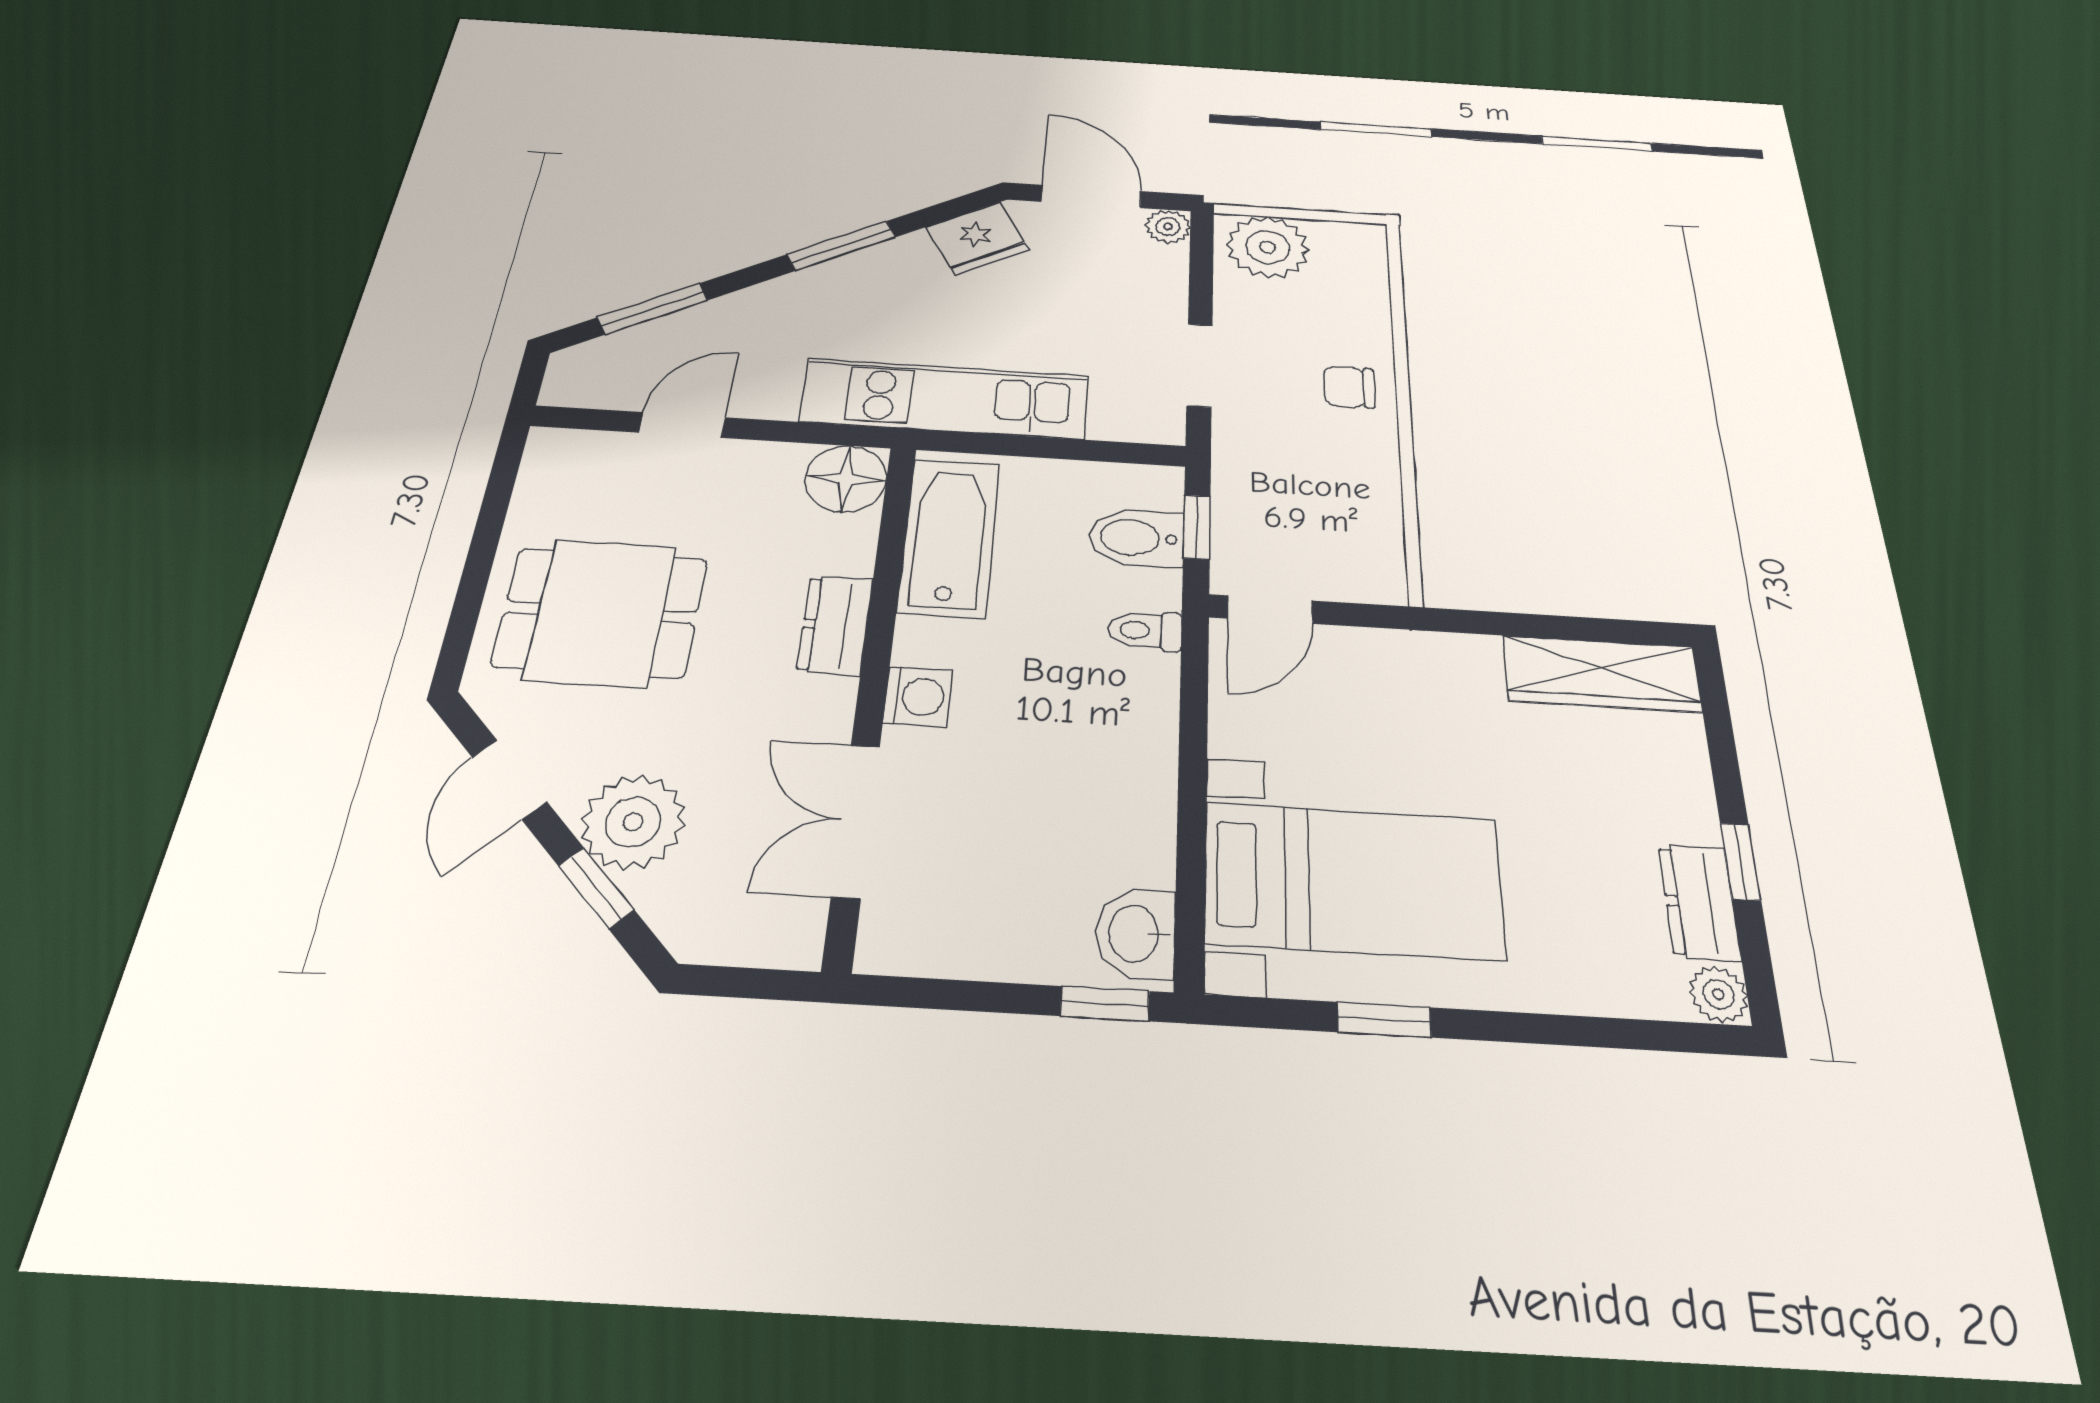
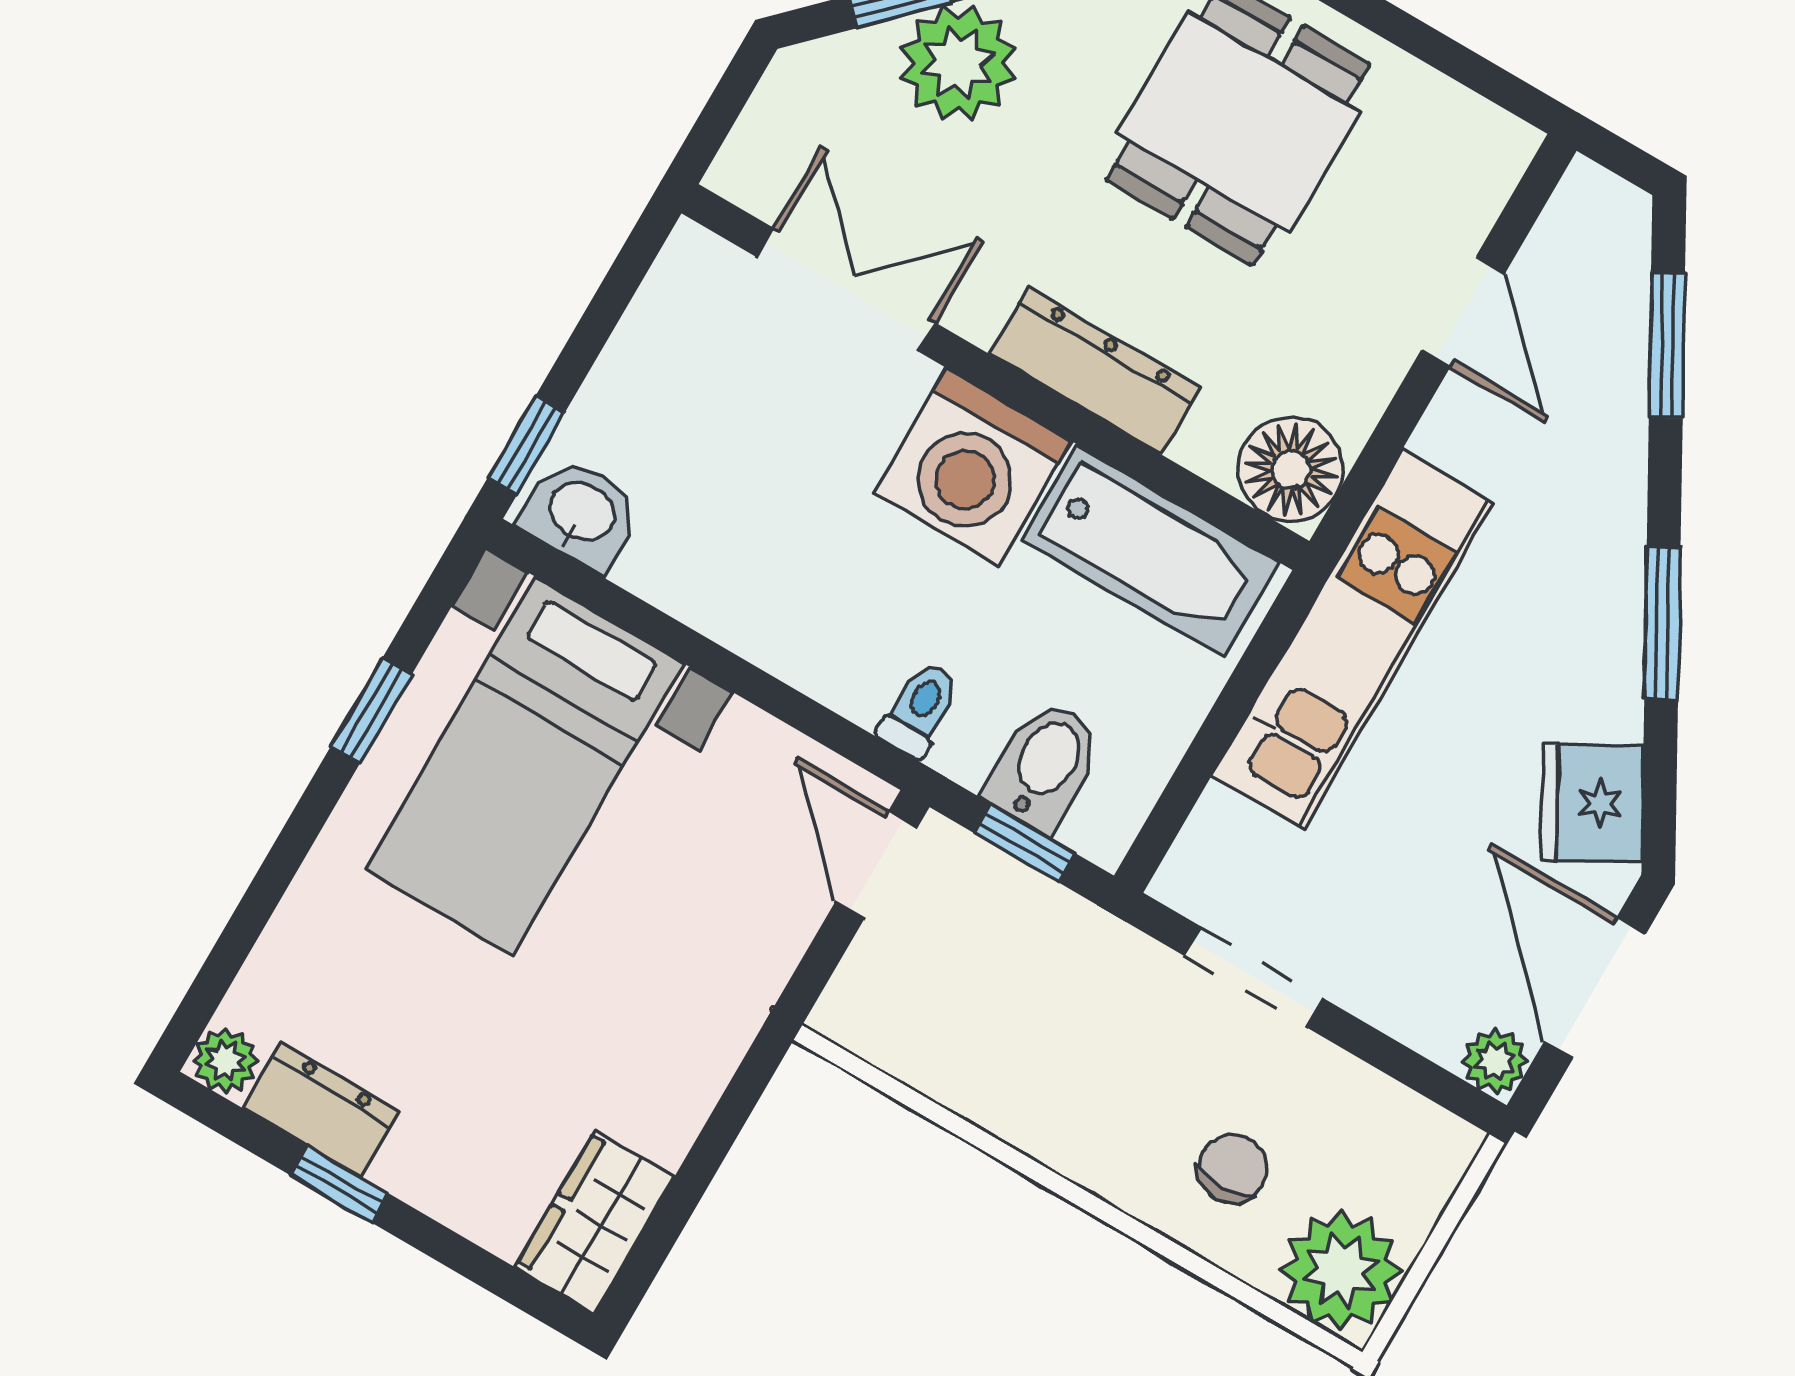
door: (1091, 196) -> (1595, 988), swing flipped
plant: (1268, 247) -> (1341, 1271), moved
chair: (1349, 387) -> (1233, 1169), moved
dresser: (835, 625) -> (1095, 371), width x1.44
wardrobe: (1602, 674) -> (595, 1222), width x0.67
washing machine: (918, 697) -> (972, 467), width x1.89, depth x1.89

